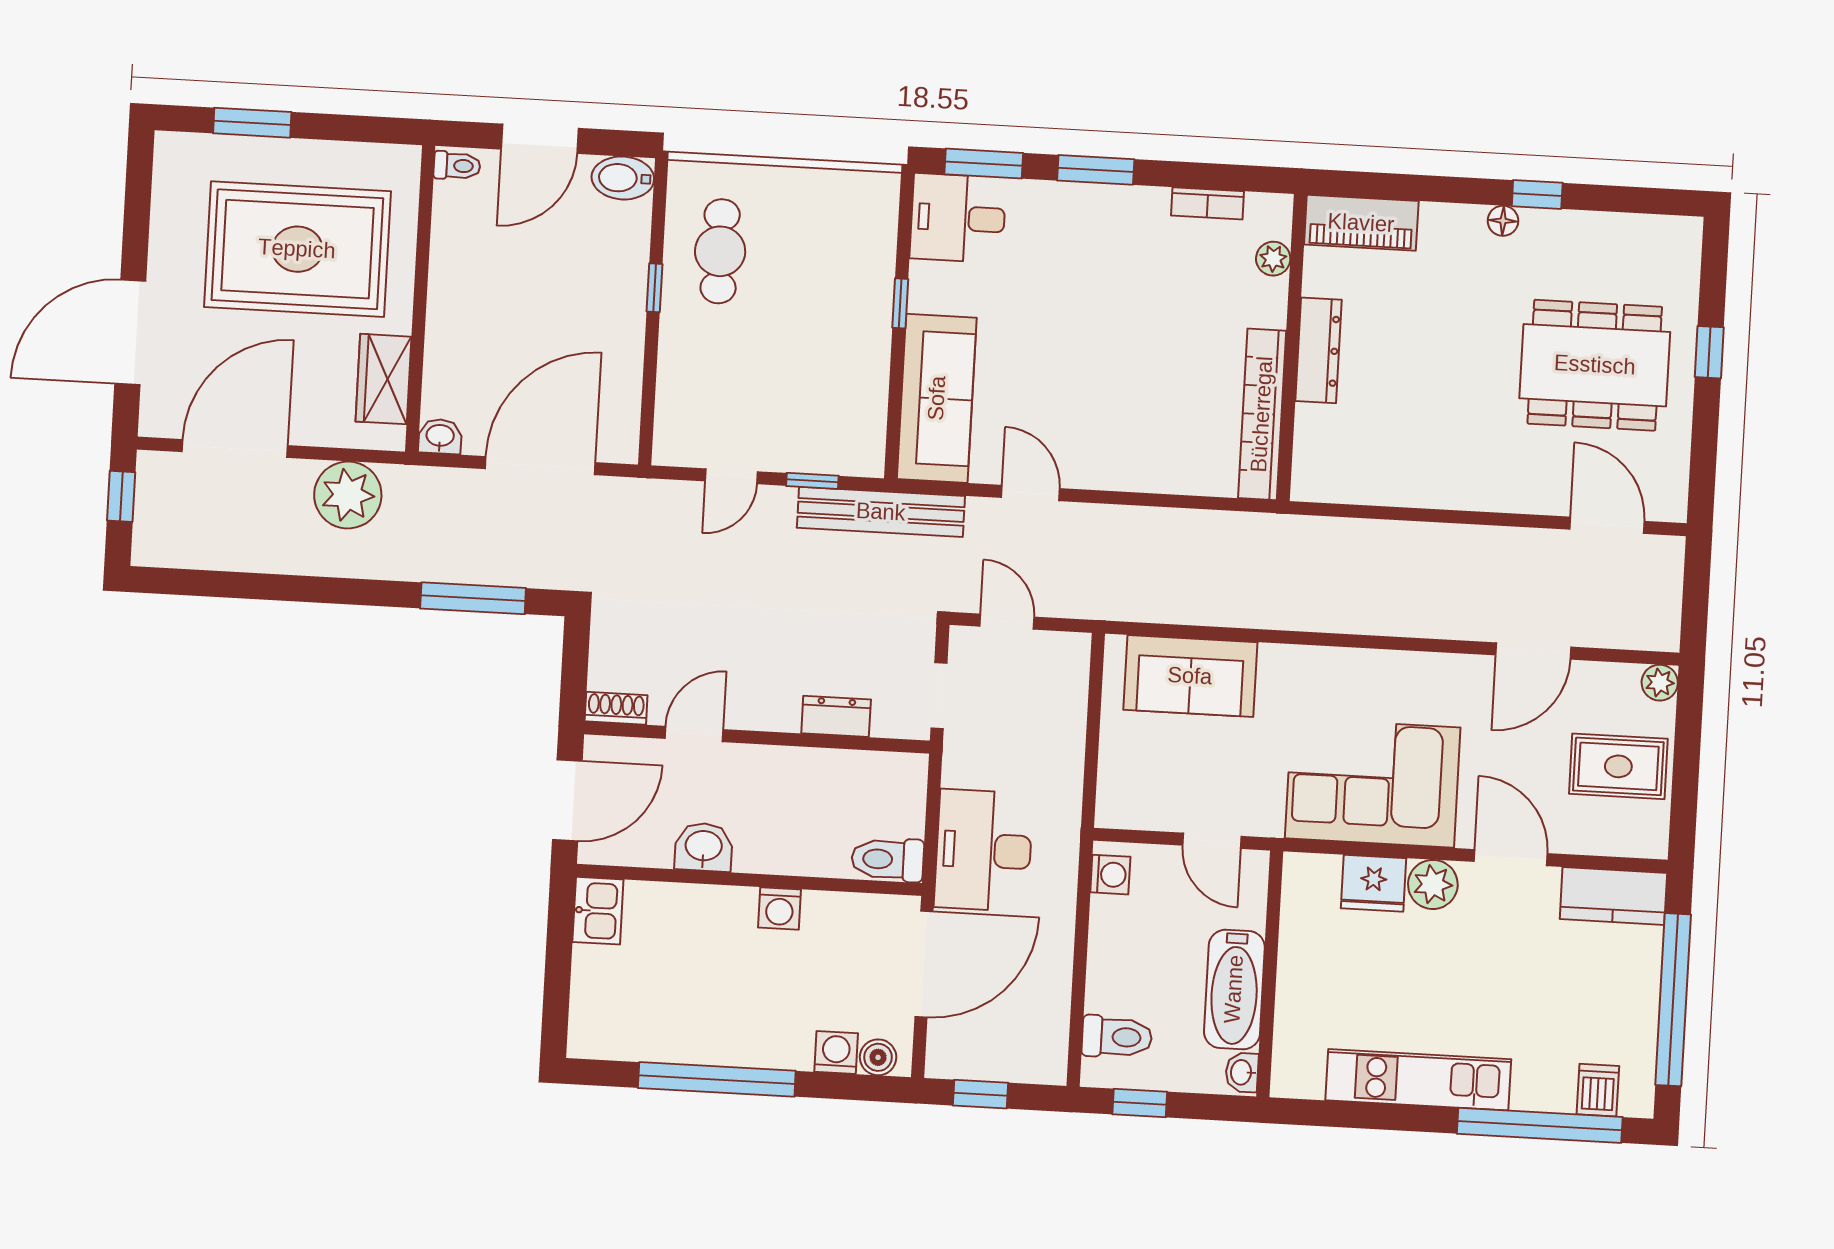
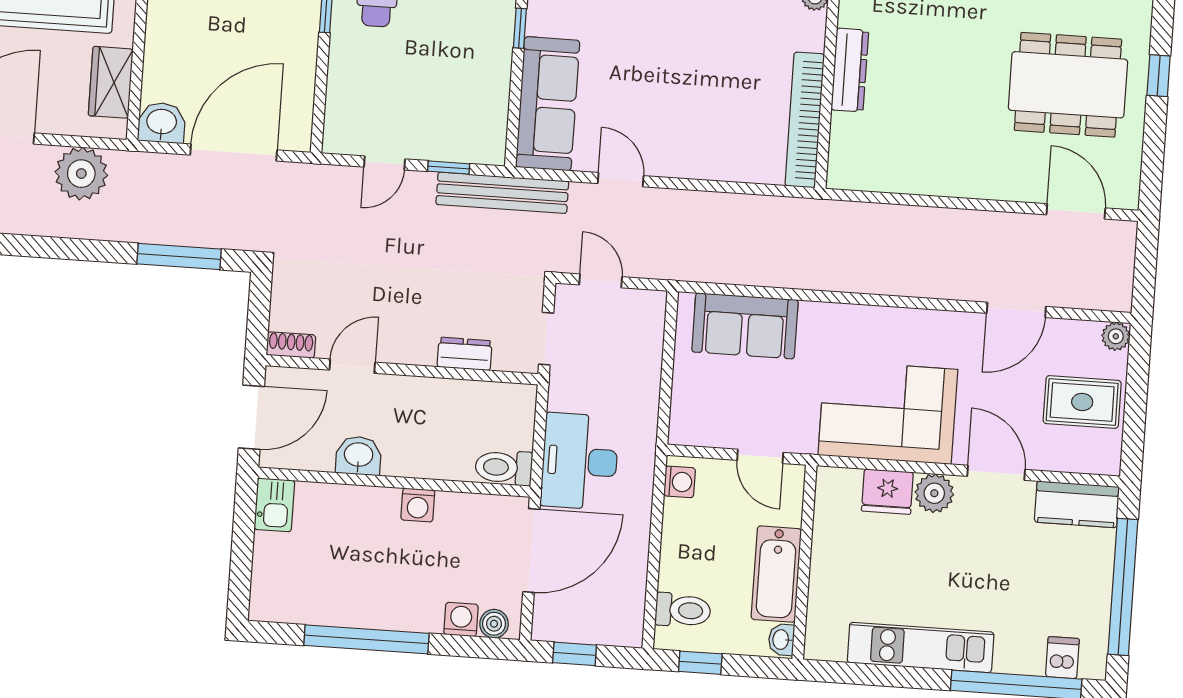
washbasin: (440, 436) -> (162, 123), width x1.38, depth x1.45

